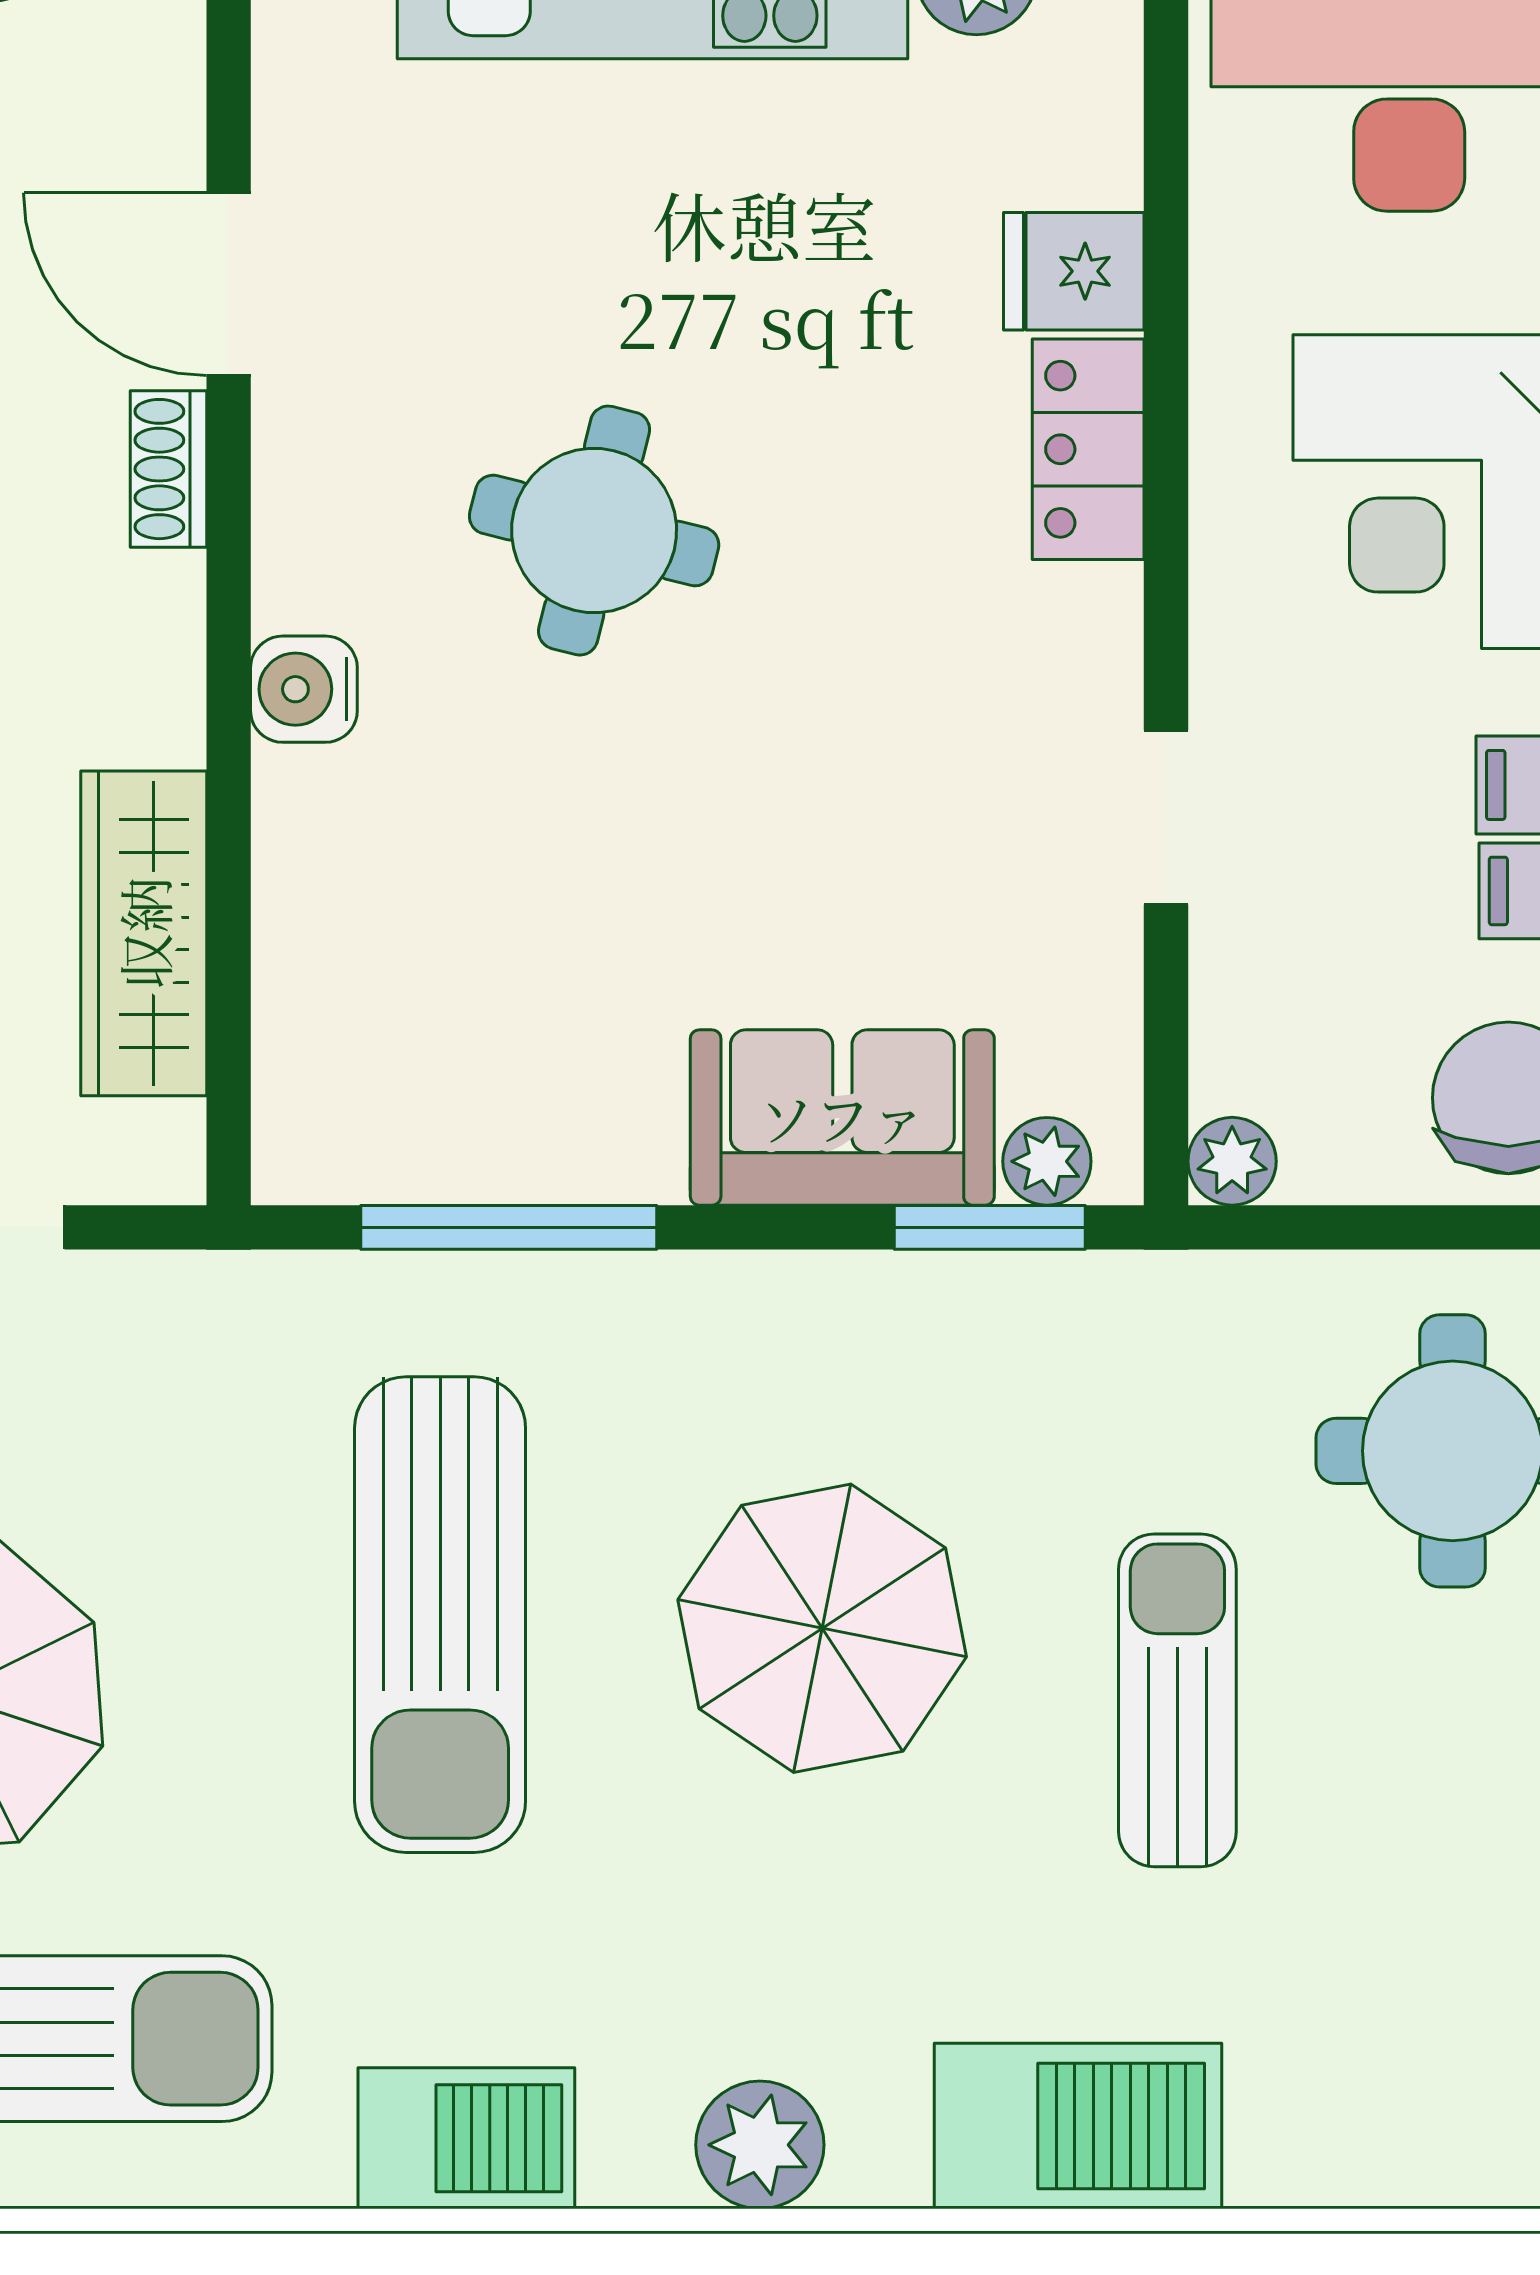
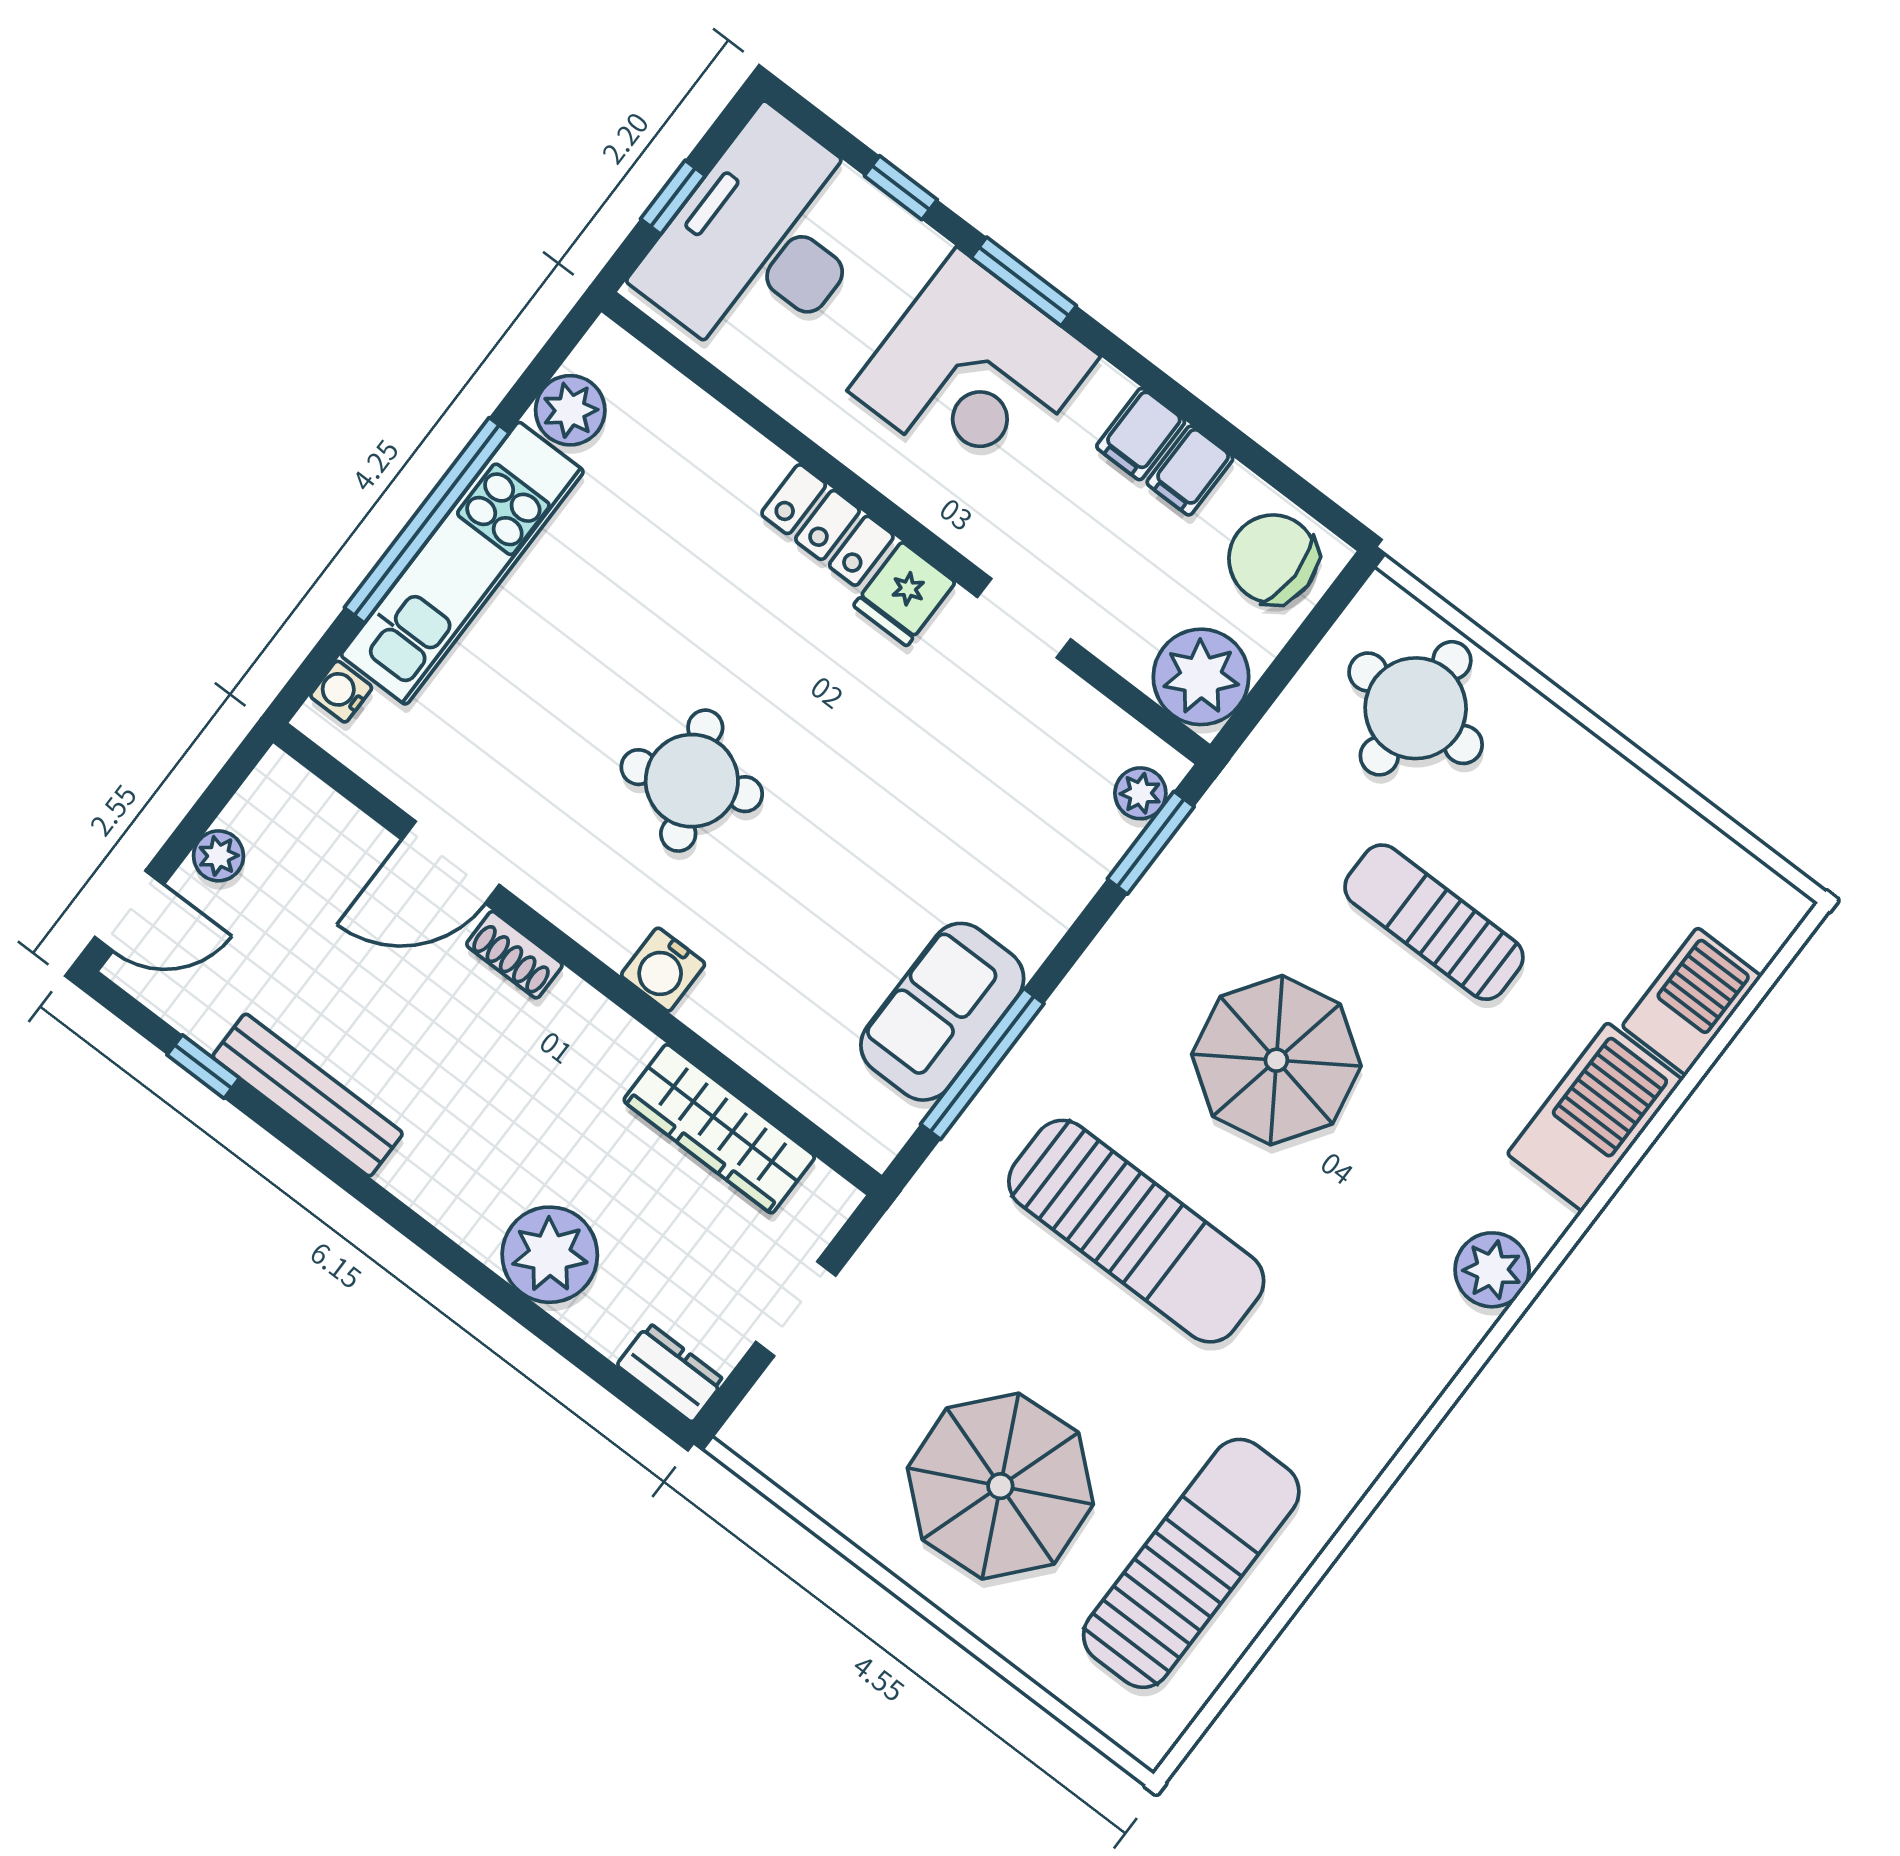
fridge: (1074, 271) -> (904, 594), moved
round table: (594, 531) -> (692, 781), turned -37
sofa: (842, 1117) -> (942, 1012), moved
plant: (1232, 1161) -> (1201, 677), width x1.87, depth x1.87
barbecue: (466, 2138) -> (1692, 1001), moved

